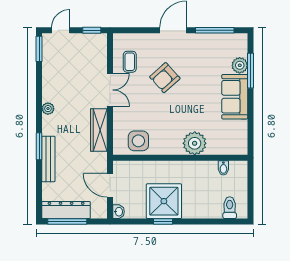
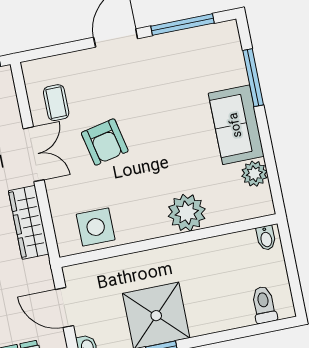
plant: (240, 65) -> (254, 174), moved
armchair: (165, 78) -> (105, 142), moved, turned -60
bidet: (223, 168) -> (266, 238), moved

